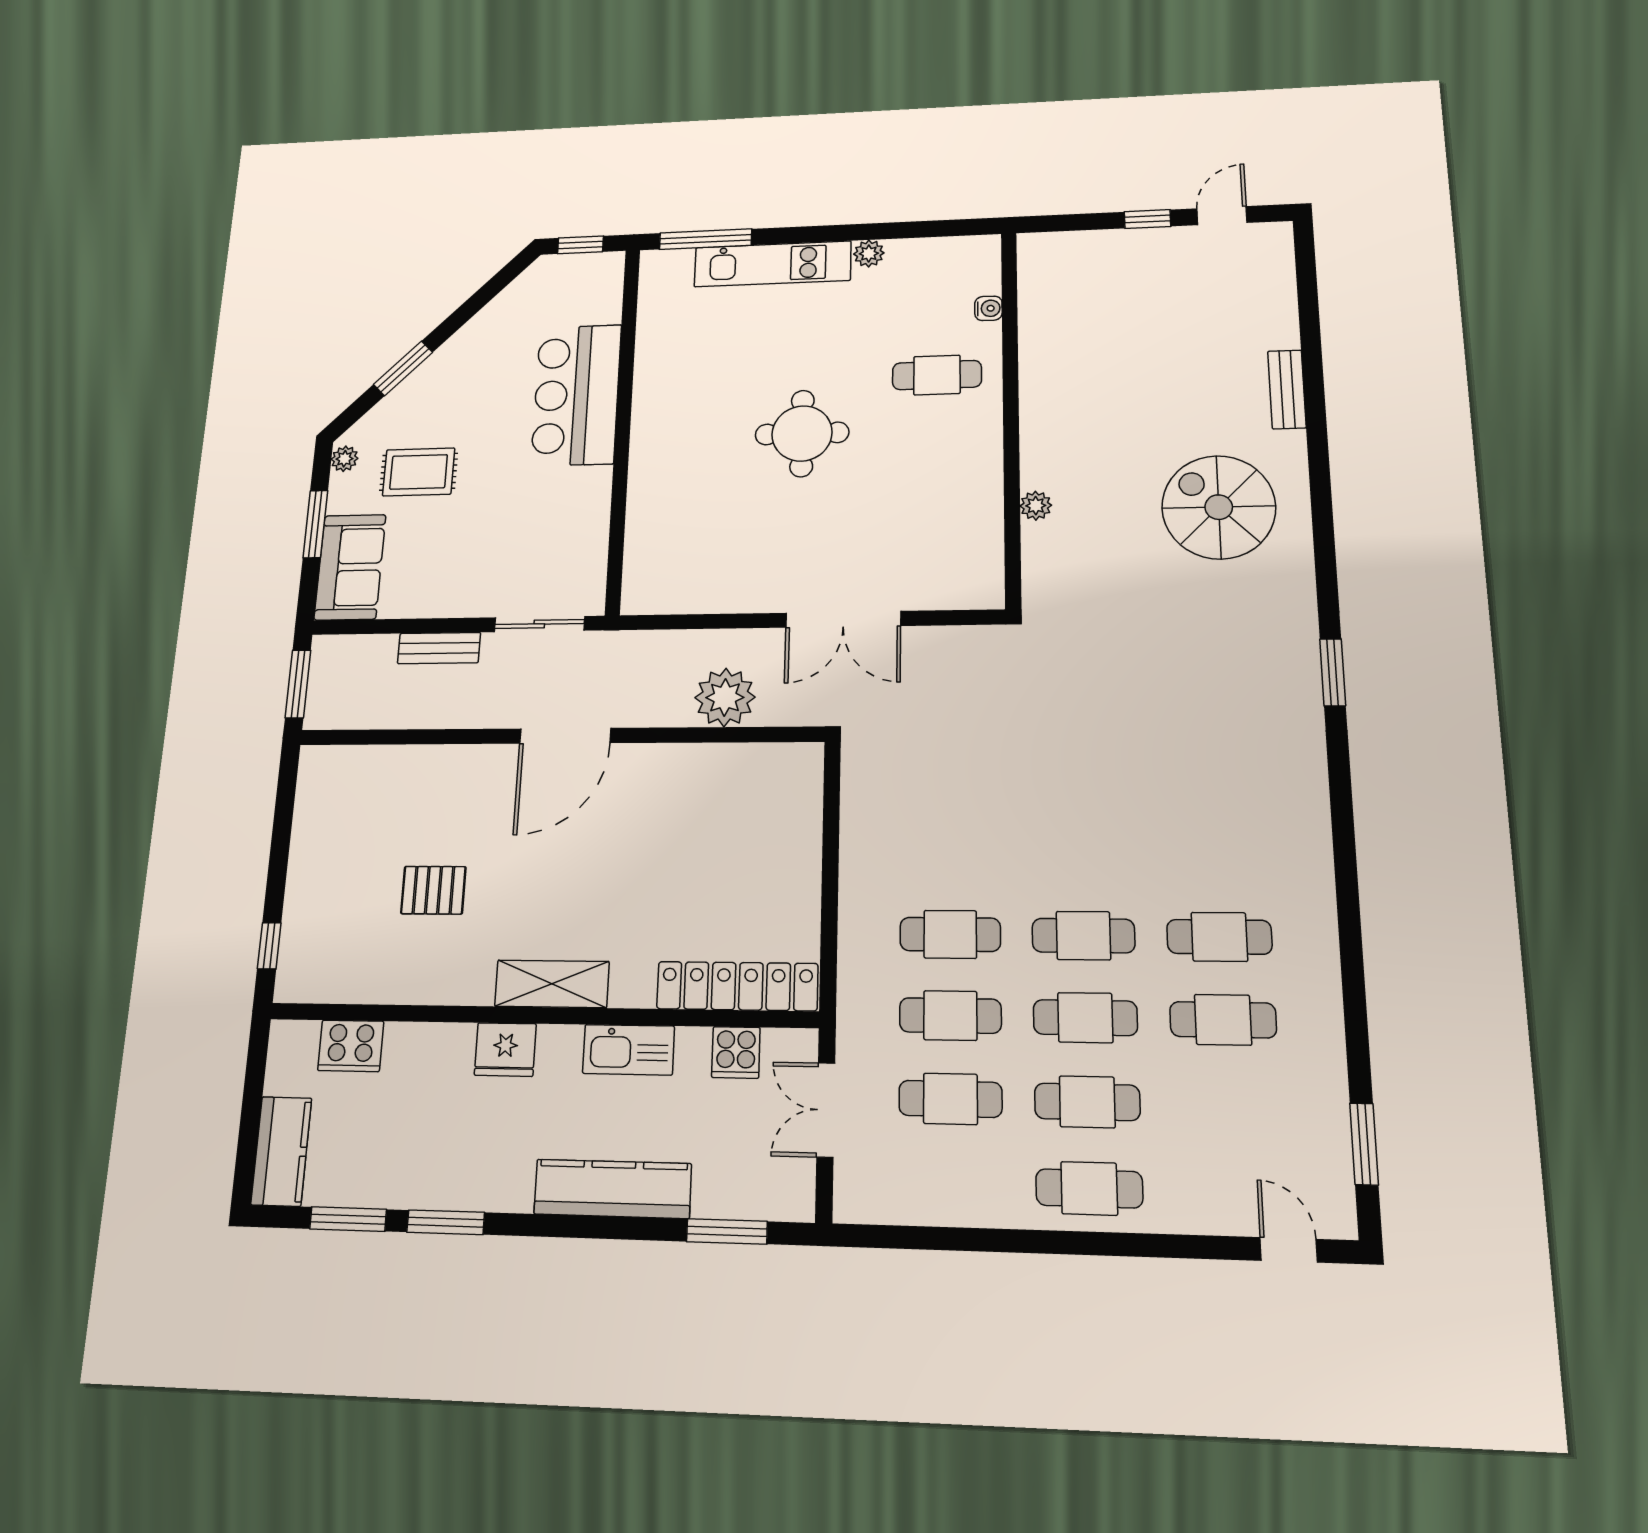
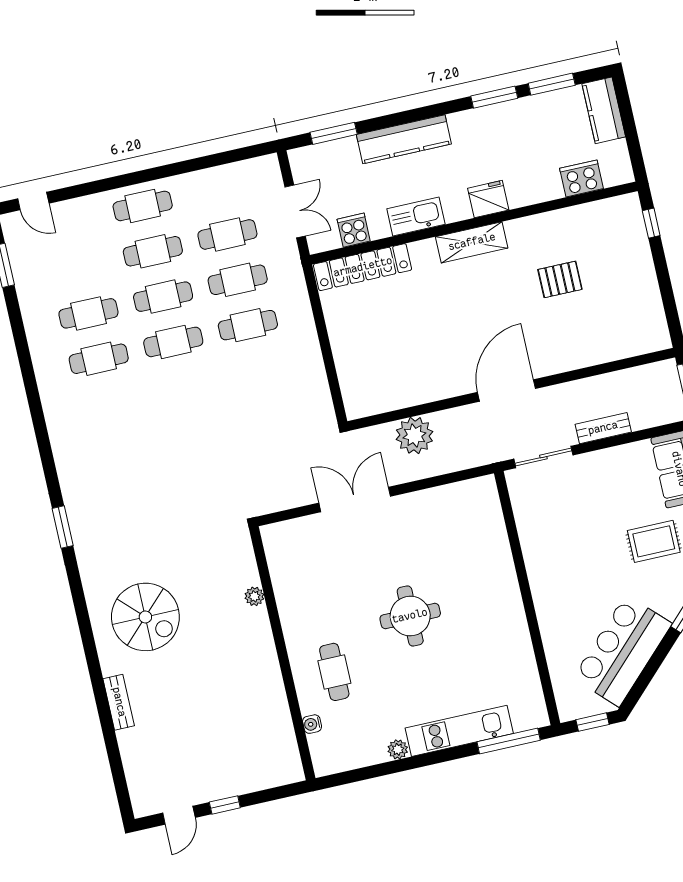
cafe table: (937, 375) -> (334, 672), turned 90
bar counter: (576, 395) -> (622, 651), moved, turned -135

